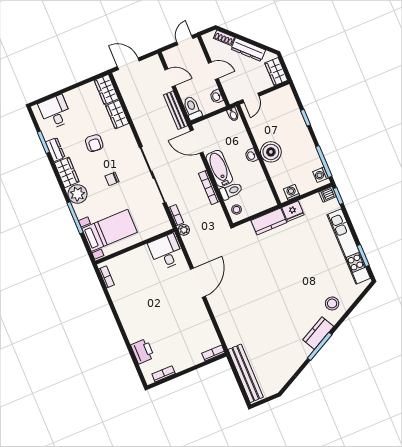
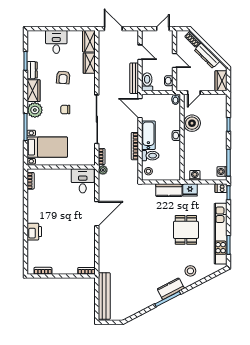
desk: (55, 112) -> (56, 42), moved
boiler: (271, 152) -> (192, 123), moved
dining table: (307, 259) -> (186, 230), added
printer: (143, 351) -> (34, 232), moved

